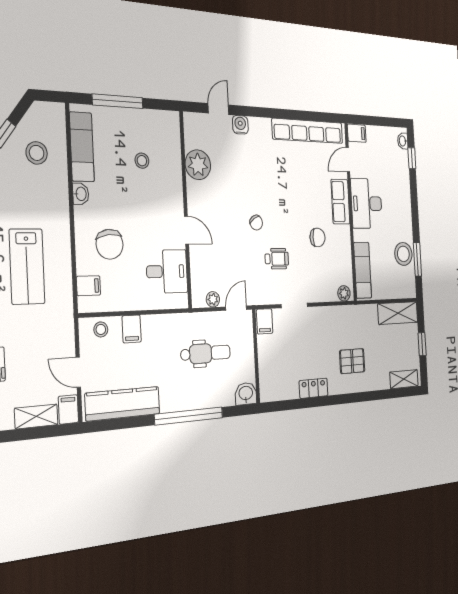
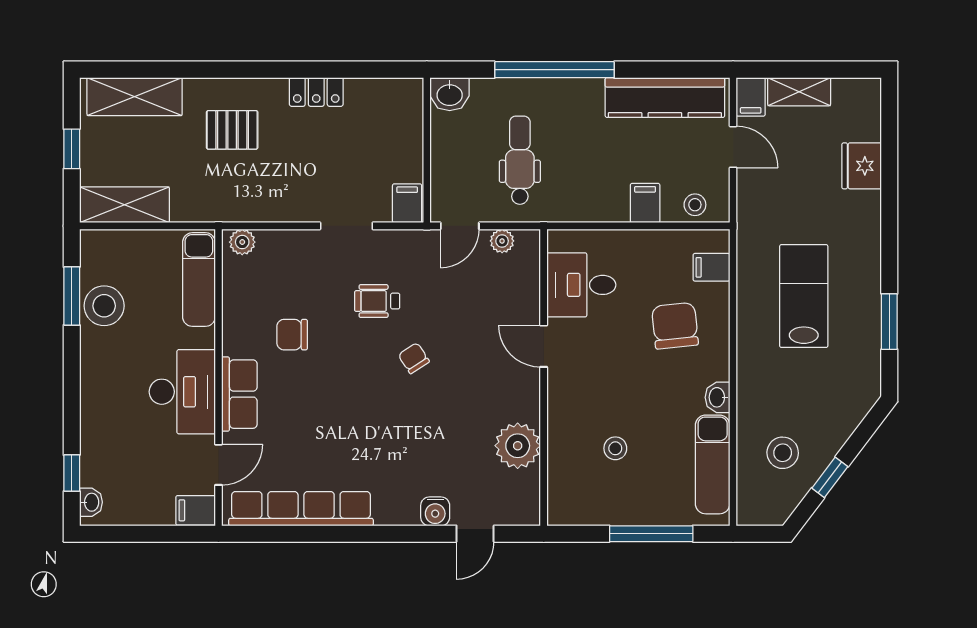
dental chair: (206, 353) -> (520, 160), turned 90
shelving: (404, 379) -> (135, 97), width x1.50, depth x1.33

